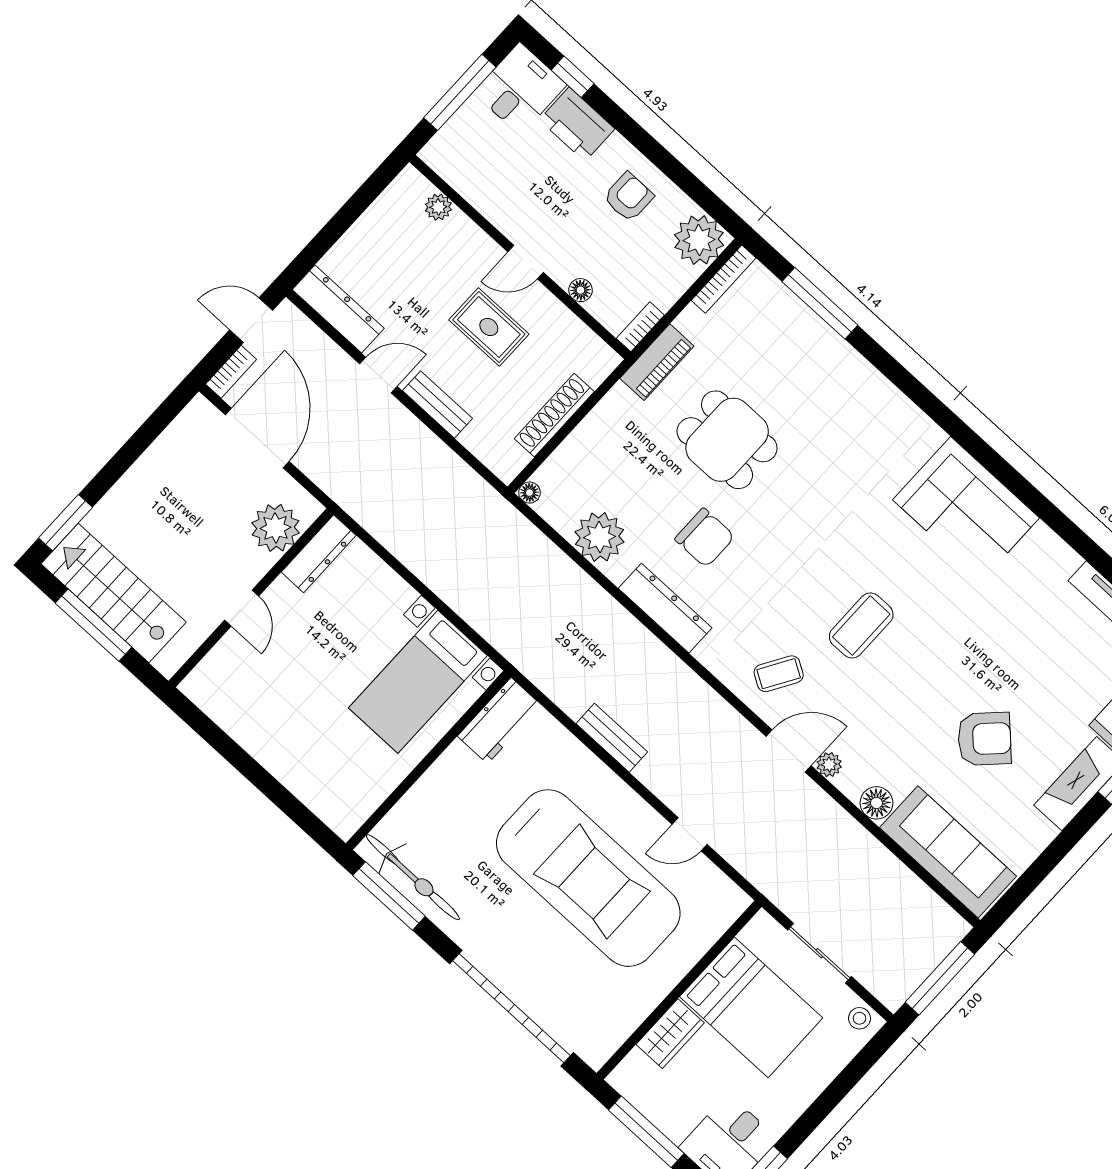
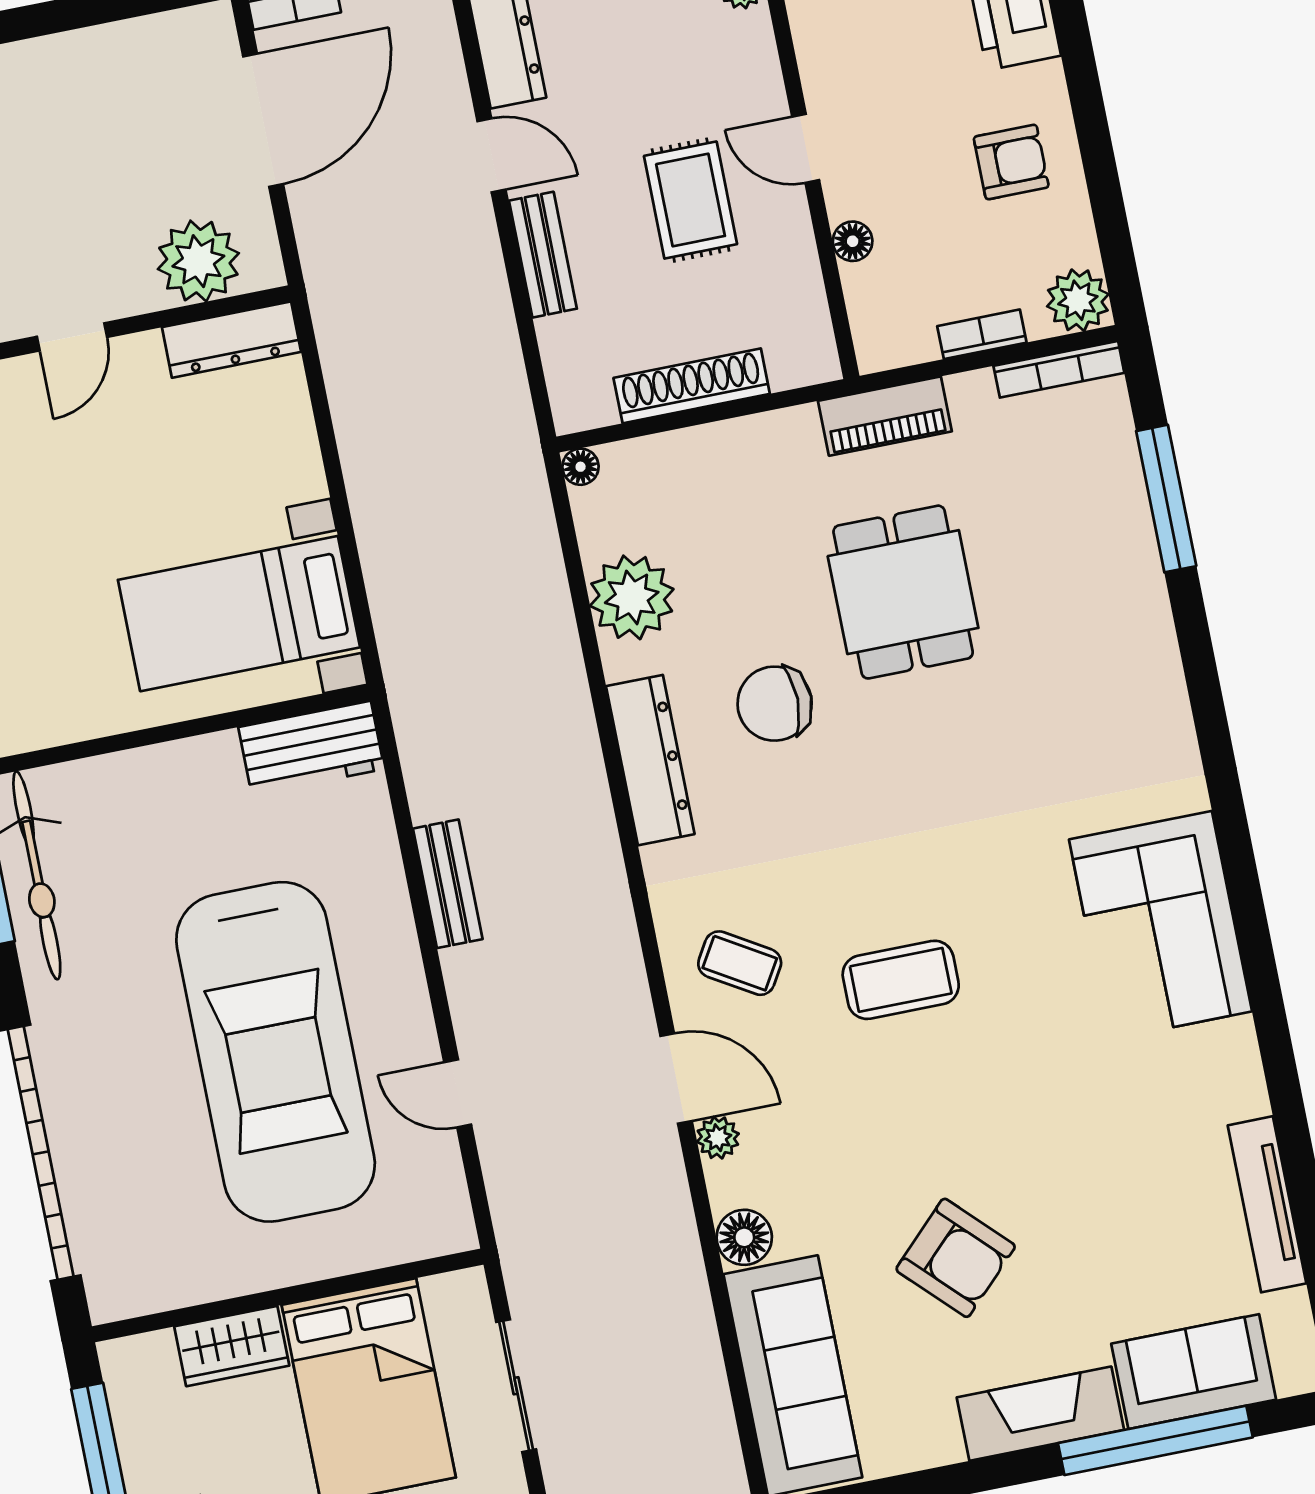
plant: (699, 240) -> (1078, 300), width x0.73, depth x0.73
bookcase: (640, 327) -> (982, 334), moved
chair: (705, 538) -> (775, 704), turned 90

